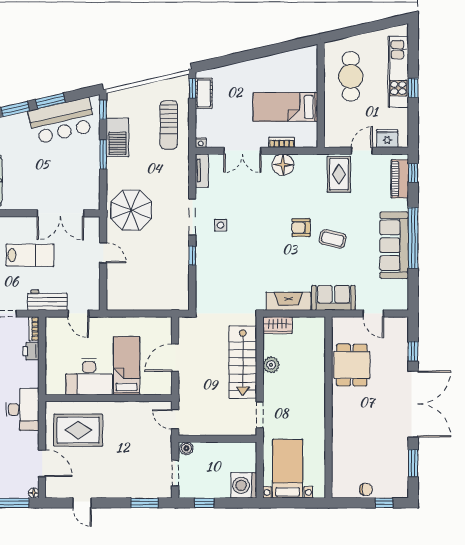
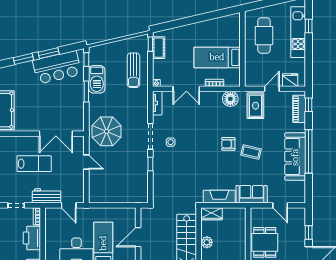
window: (413, 88) -> (309, 26), moved
floor lamp: (283, 165) -> (230, 99), moved
printer: (31, 351) -> (32, 238), width x1.87, depth x1.48

